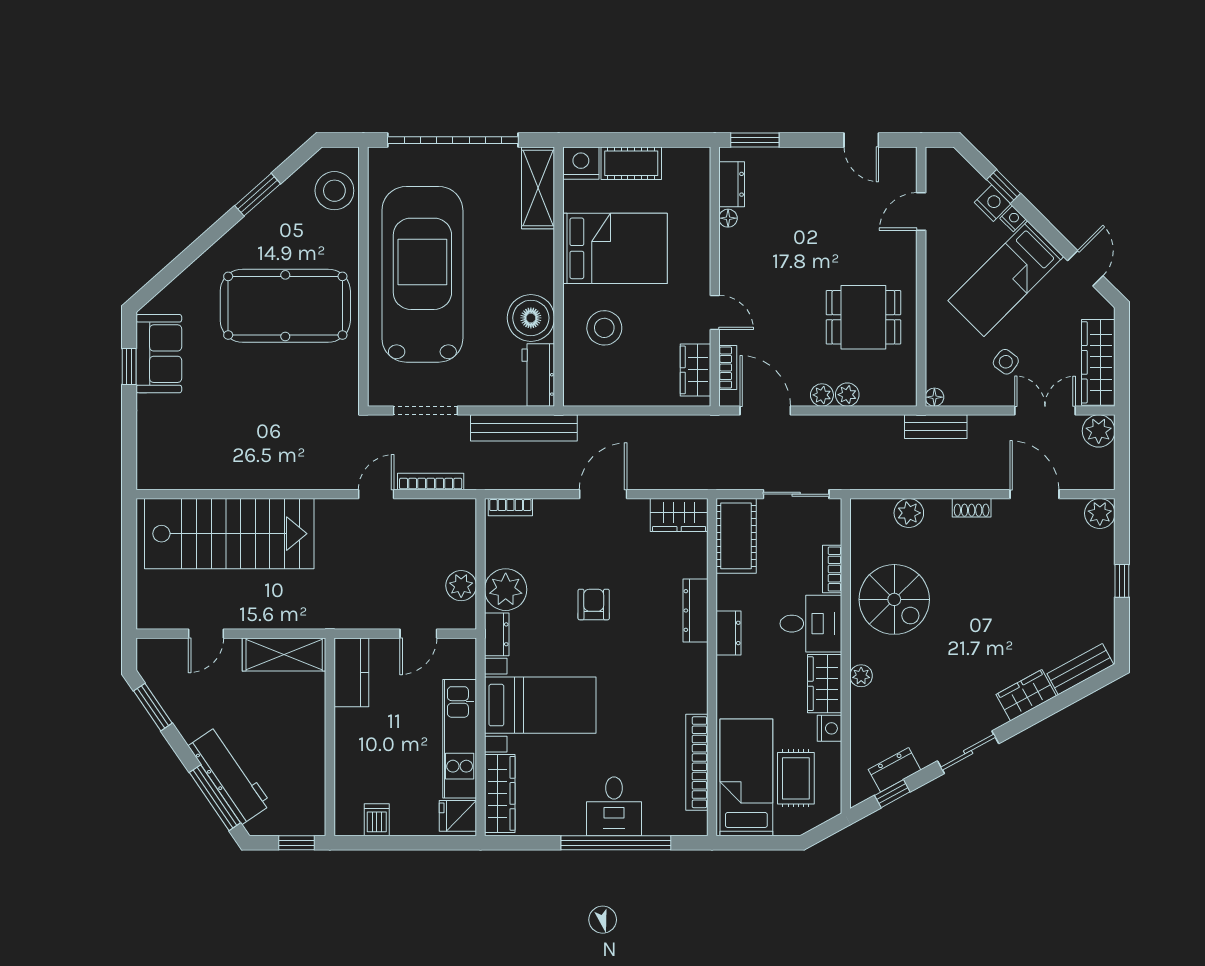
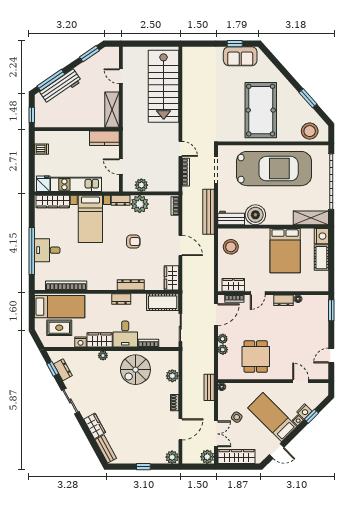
dresser: (732, 184) -> (284, 300), moved
stool: (604, 328) -> (231, 247), moved

